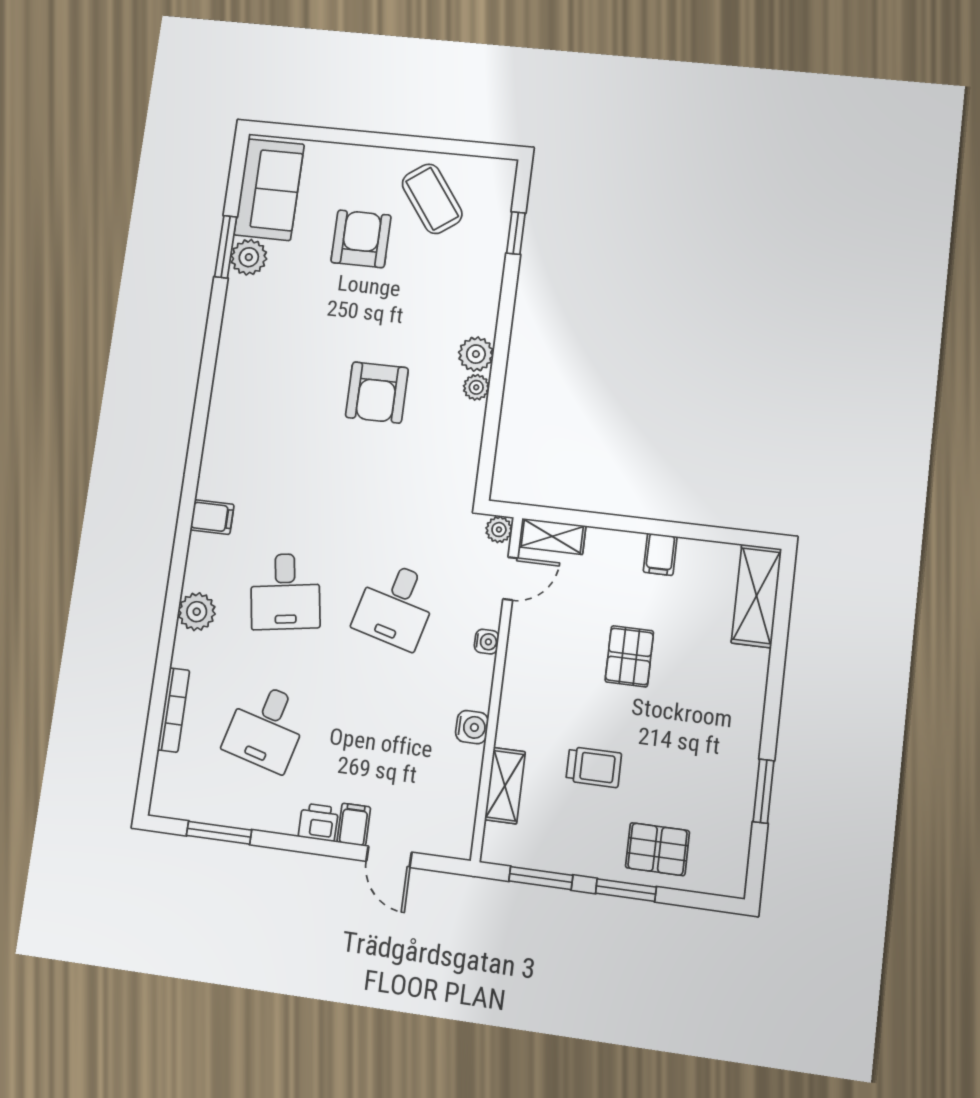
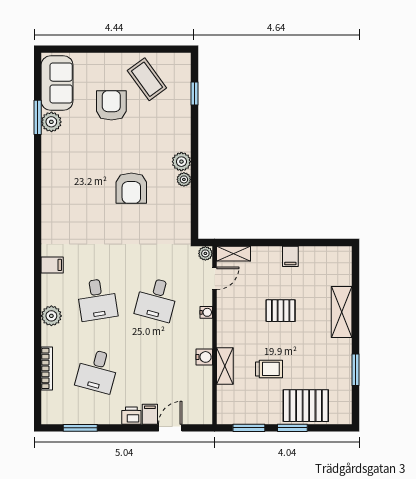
shelving: (756, 596) -> (342, 312), moved
pallet: (629, 656) -> (281, 311), turned 90
shelving: (505, 786) -> (225, 366), moved
pallet: (657, 849) -> (306, 406), width x1.50, depth x1.42
door: (389, 857) -> (170, 428), swing flipped

